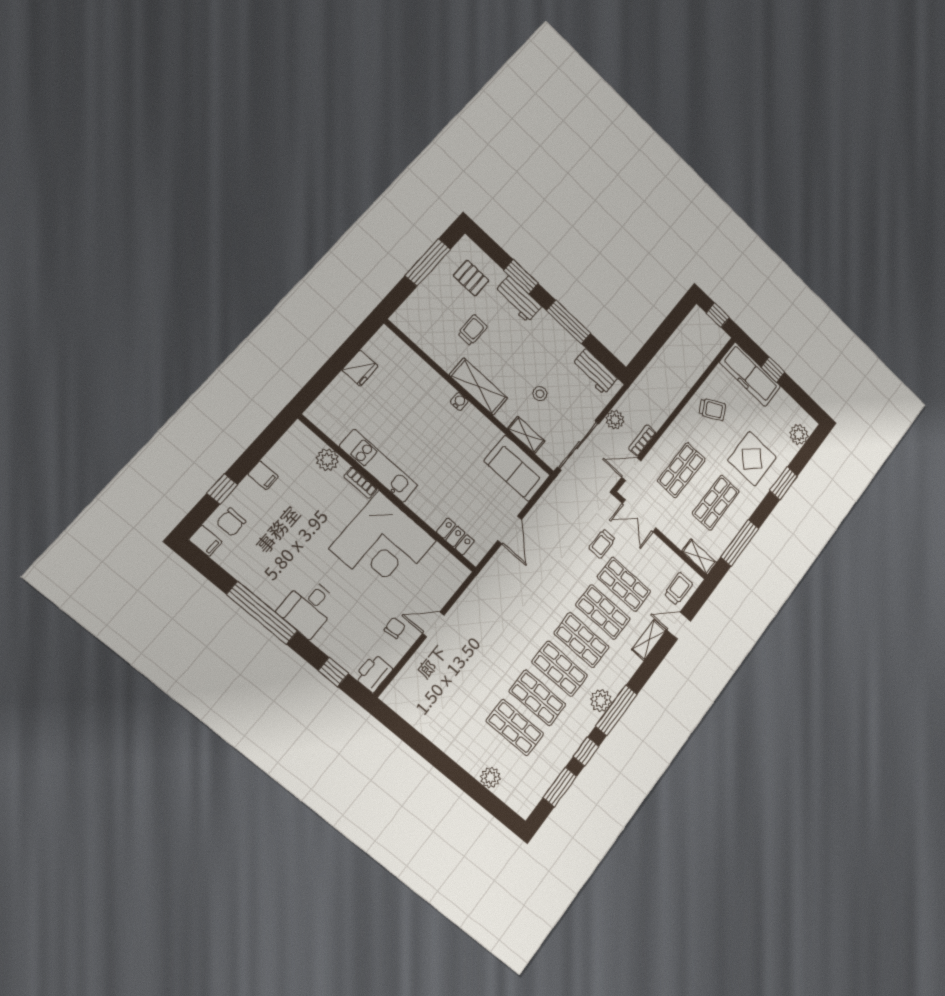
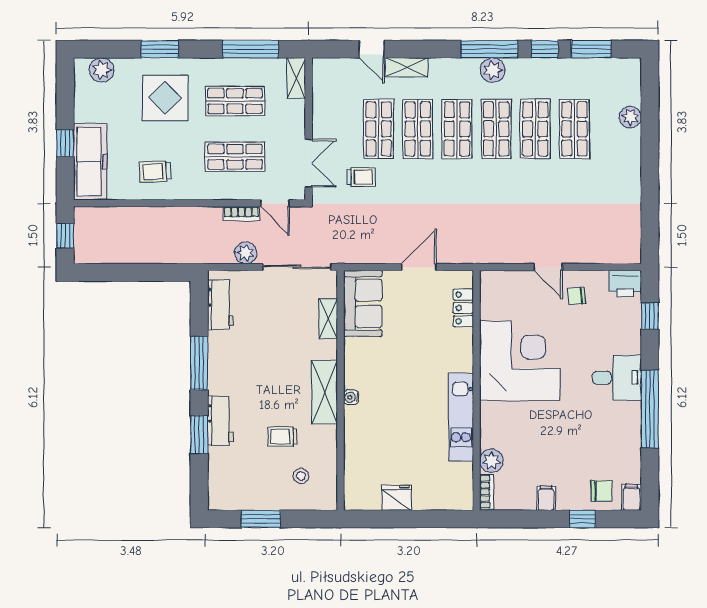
window: (428, 262) -> (261, 519), width x0.69
pallet: (471, 278) -> (240, 474), removed
stool: (540, 394) -> (301, 476), moved
trolley: (712, 409) -> (155, 172), turned -64
bookcase: (361, 483) -> (487, 492), moved
trolley: (678, 589) -> (340, 75), removed

